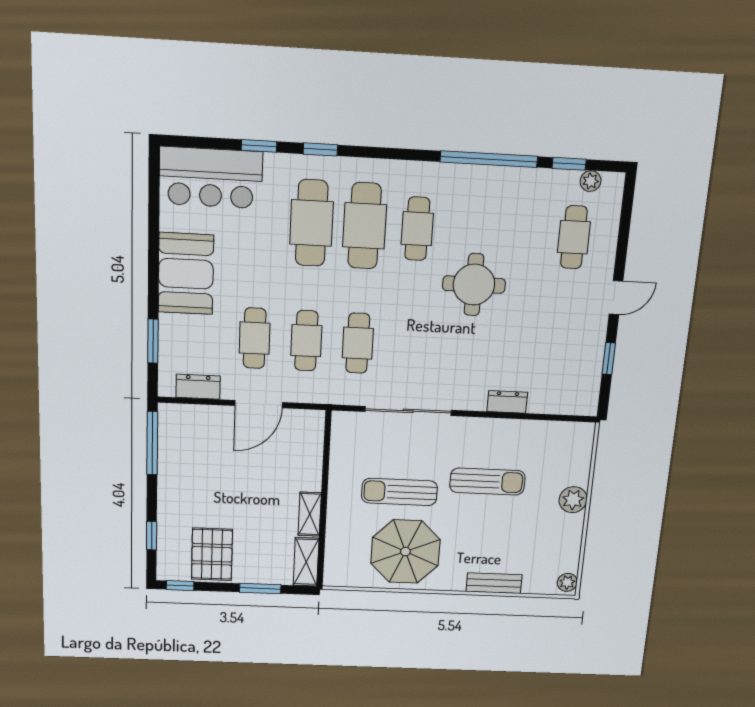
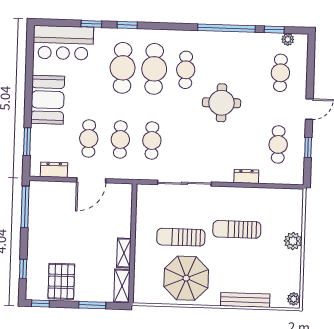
cafe table: (561, 353) -> (278, 144), added
sun lounger: (487, 482) -> (237, 229), turned 180
bench: (494, 583) -> (245, 300), width x1.36

